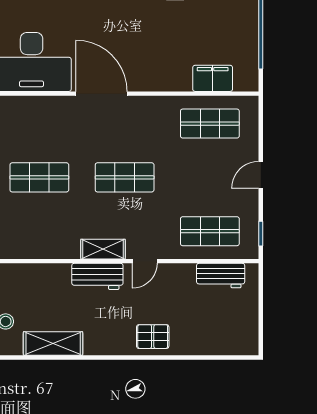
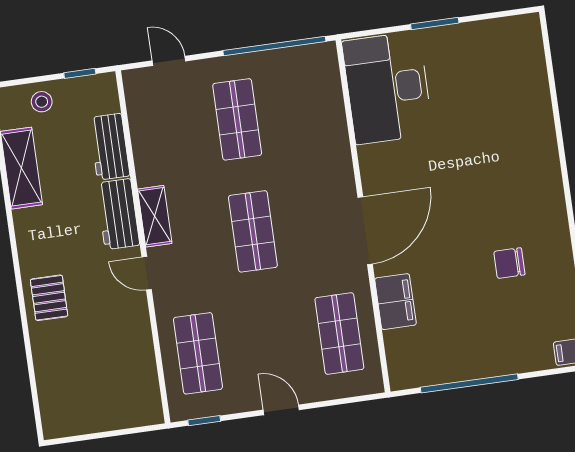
filing cabinet: (213, 78) -> (395, 302), moved
door: (102, 94) -> (365, 231), moved
workbench: (221, 276) -> (109, 147), moved

